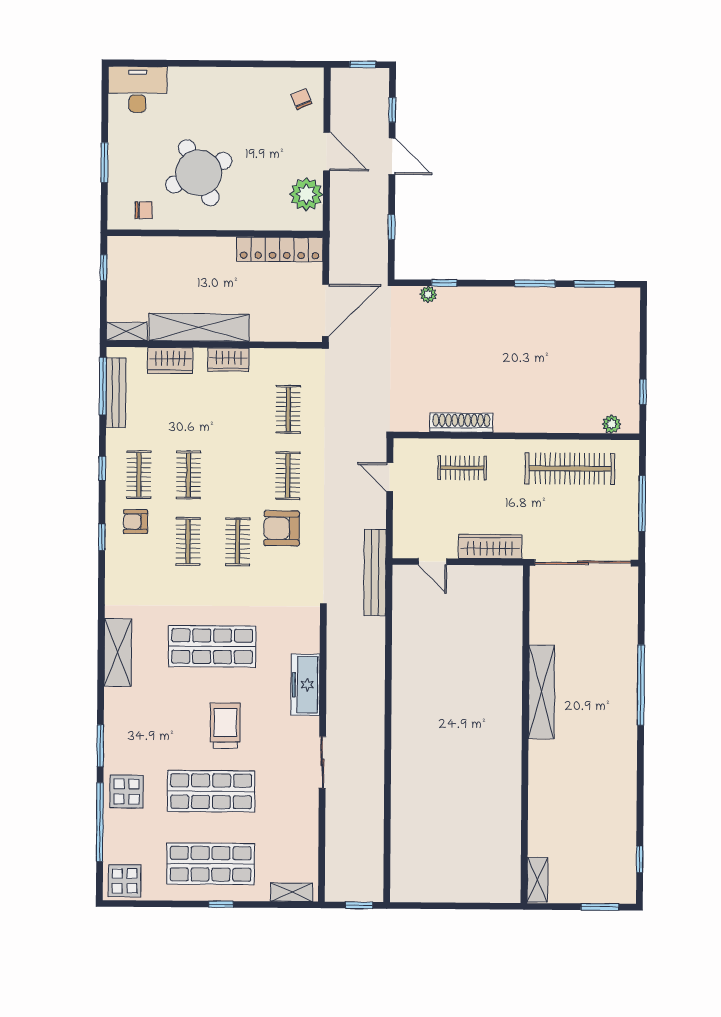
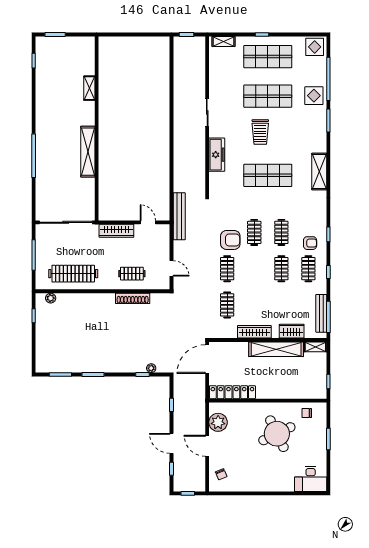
wardrobe: (228, 360) -> (254, 332), width x1.50
shelving: (537, 880) -> (89, 88), moved

